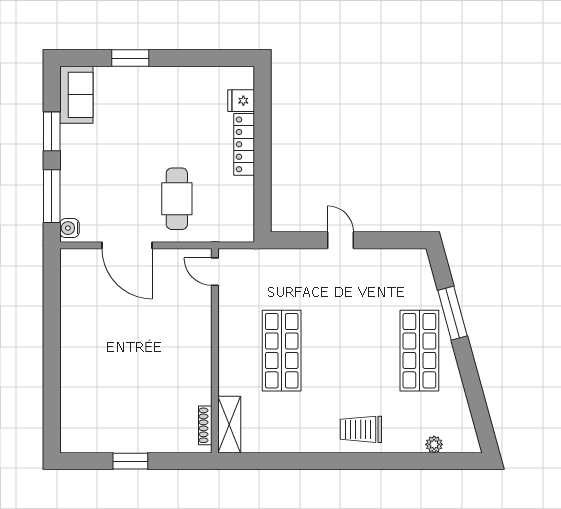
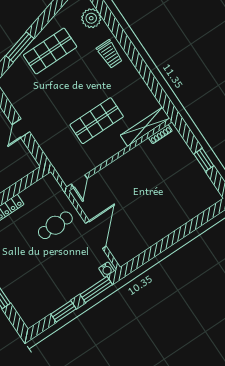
sofa: (76, 95) -> (37, 311), removed
shelving: (229, 425) -> (145, 127), width x1.47
plant: (434, 444) -> (91, 18), width x1.88, depth x1.88

